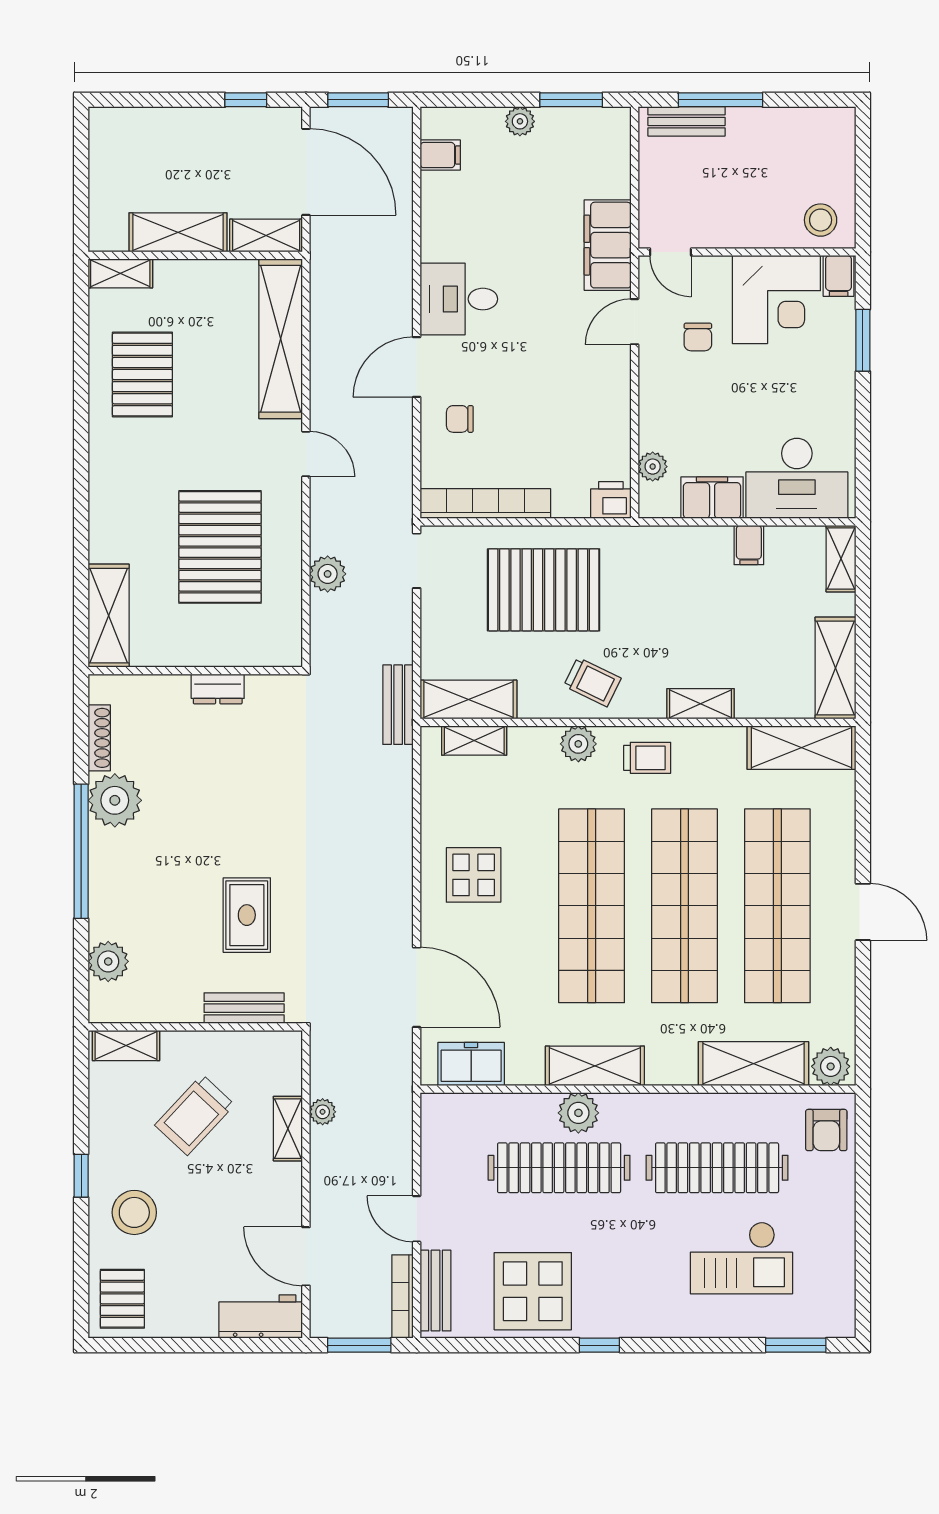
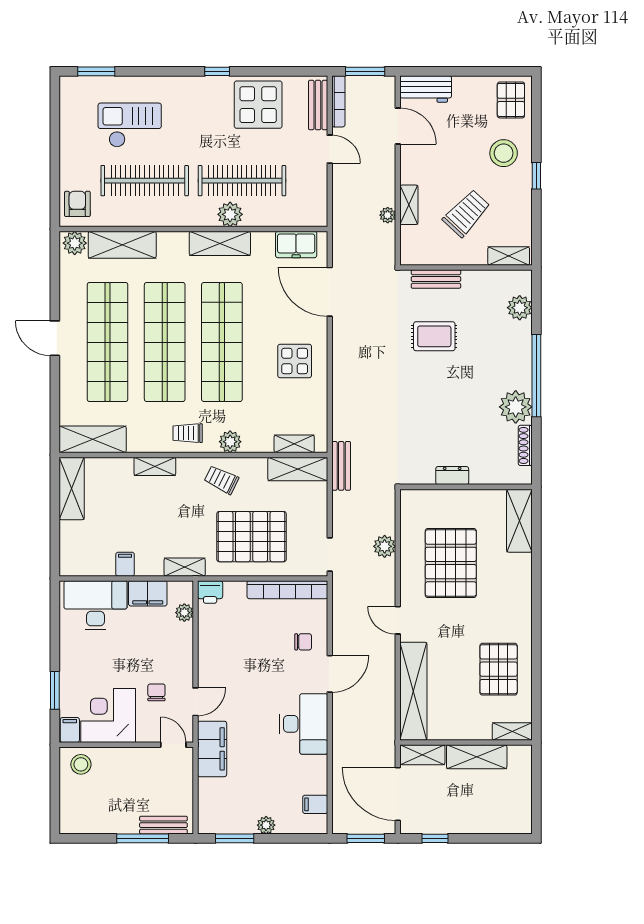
desk: (459, 299) -> (304, 724), width x1.37
shelving: (841, 559) -> (185, 567), moved, turned 90
rug: (247, 915) -> (434, 336), turned 90

